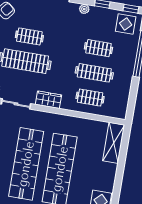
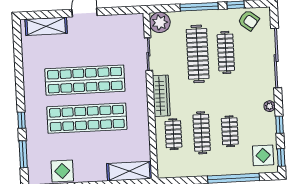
clothes rail: (29, 36) -> (226, 52), width x1.36
wardrobe: (48, 100) -> (161, 96), width x1.50

